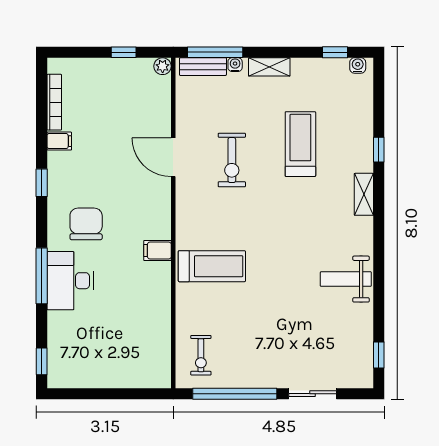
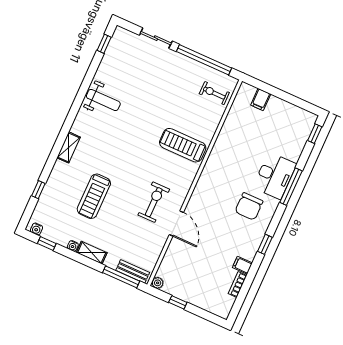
water cooler: (235, 65) -> (73, 246), moved
bookcase: (54, 102) -> (238, 285), width x0.64
window: (379, 150) -> (38, 190), moved
exercise bike: (232, 160) -> (154, 202), moved
filing cabinet: (157, 250) -> (261, 99), moved, turned 90
exercise bike: (201, 355) -> (214, 93), turned -90

